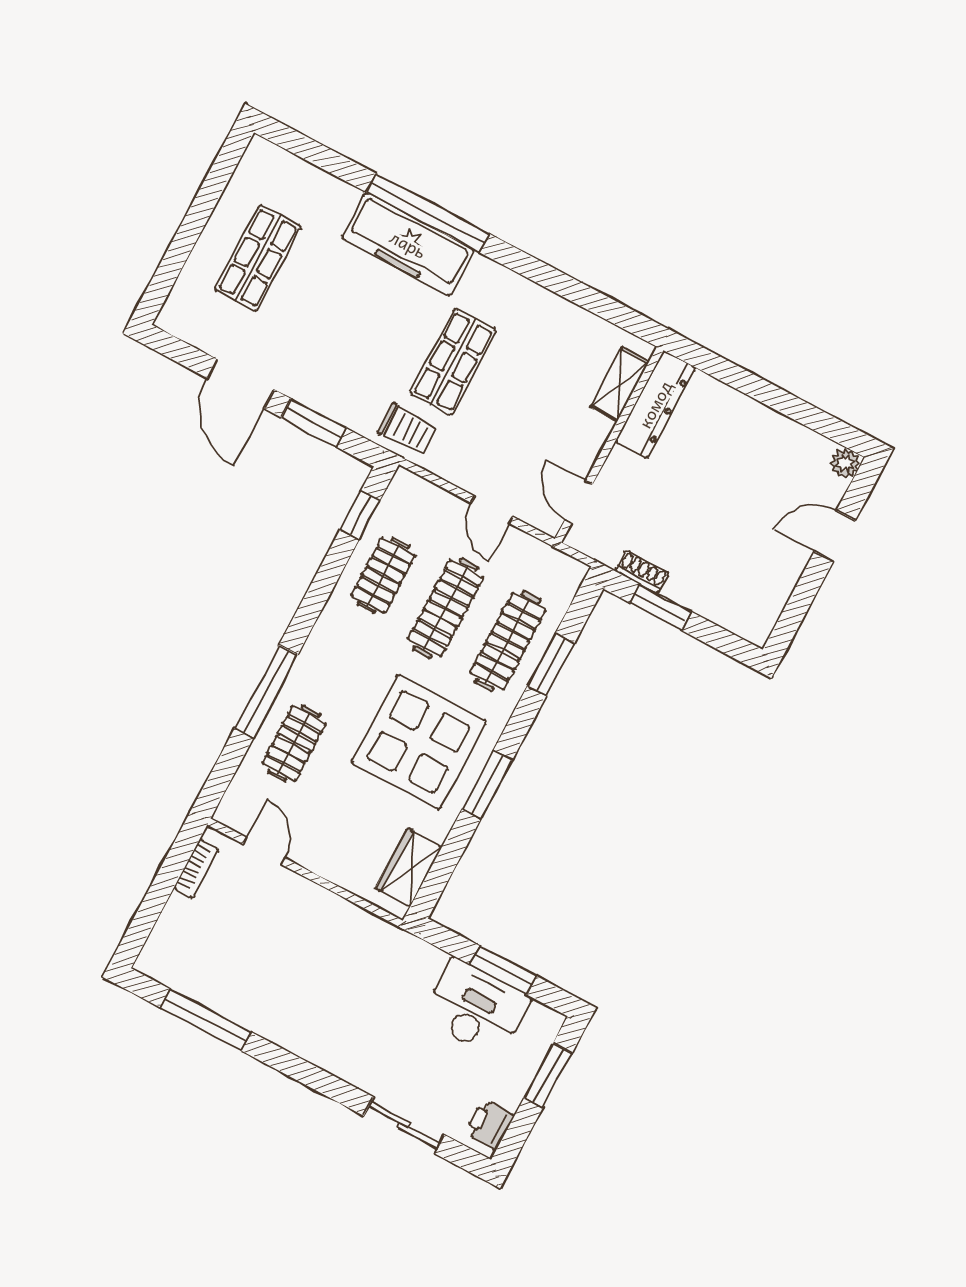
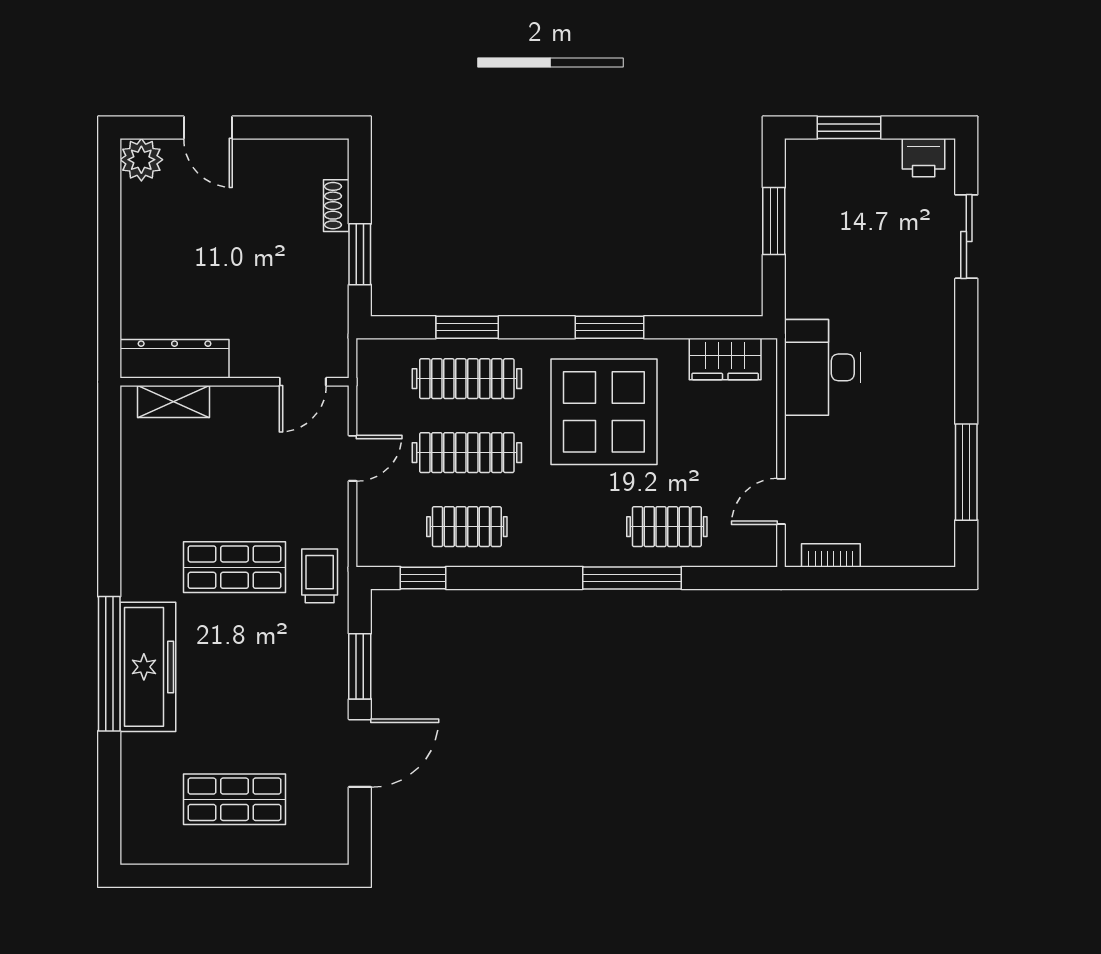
plant: (845, 463) -> (141, 160), width x1.38, depth x1.38
shoe rack: (642, 572) -> (336, 206), moved
desk: (476, 1008) -> (822, 367), moved

